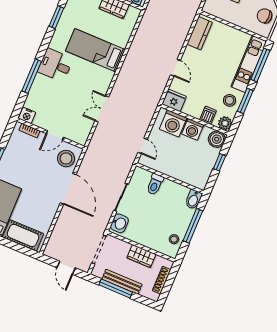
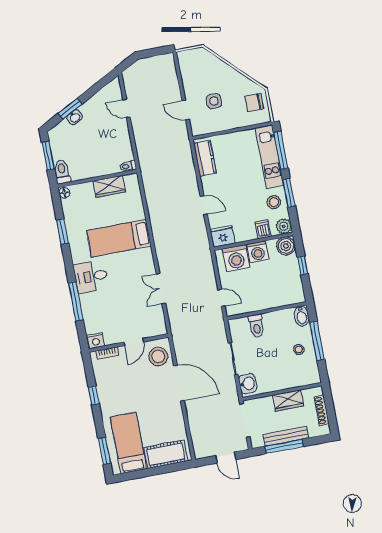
stool: (174, 239) -> (299, 350), moved

